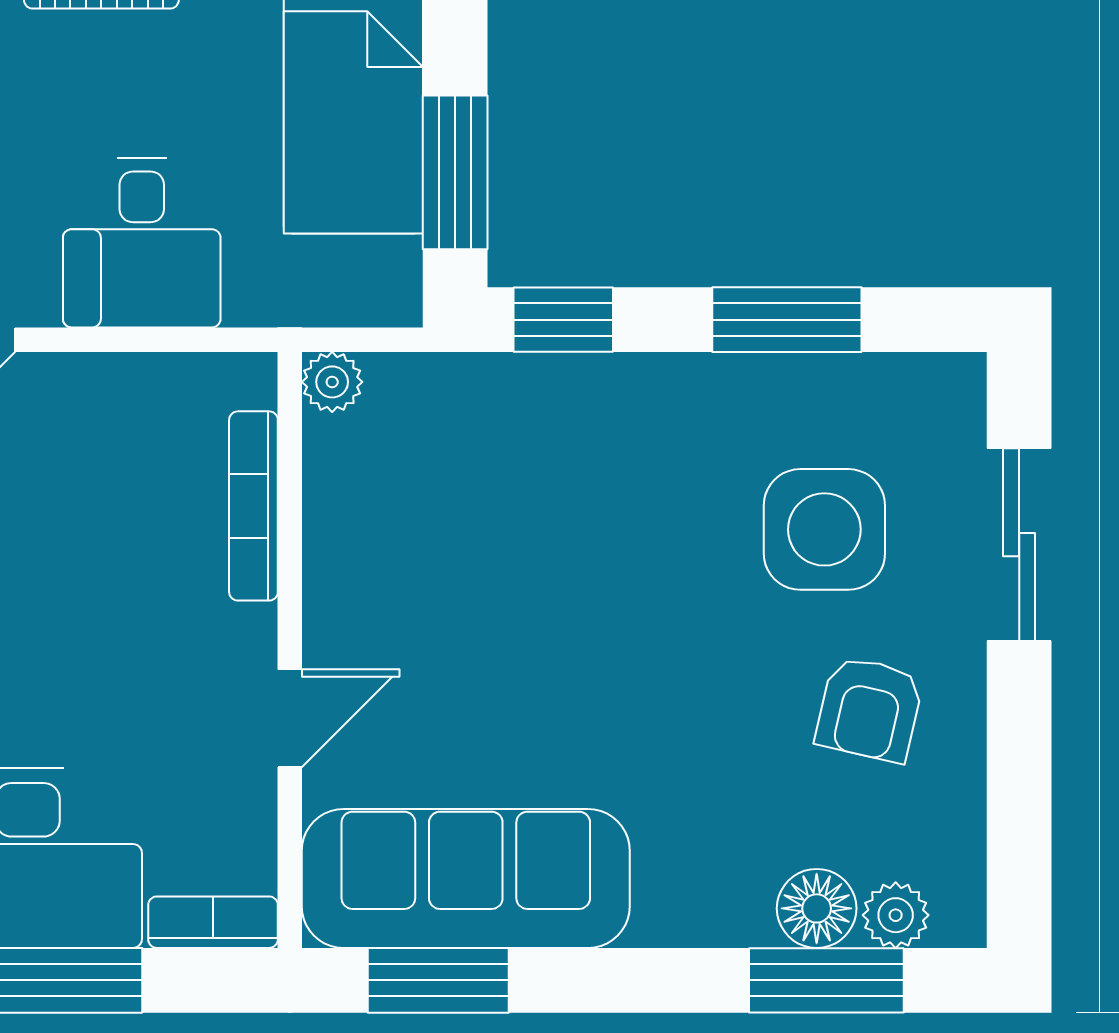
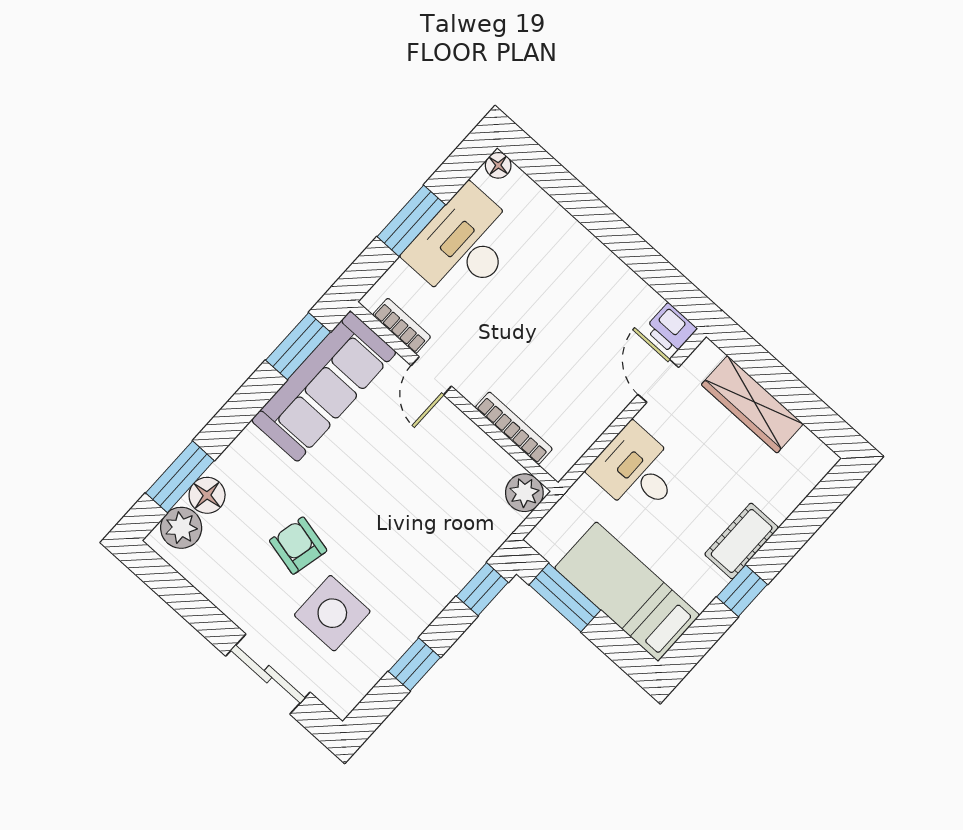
window: (787, 320) -> (414, 664), width x0.67
plant: (332, 382) -> (524, 493), width x1.38, depth x1.38
armchair: (869, 709) -> (298, 546), moved
plant: (896, 915) -> (181, 528), width x1.38, depth x1.38
bookcase: (213, 922) -> (402, 326), moved, turned -90

